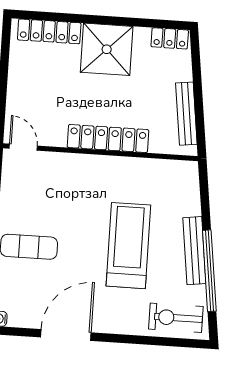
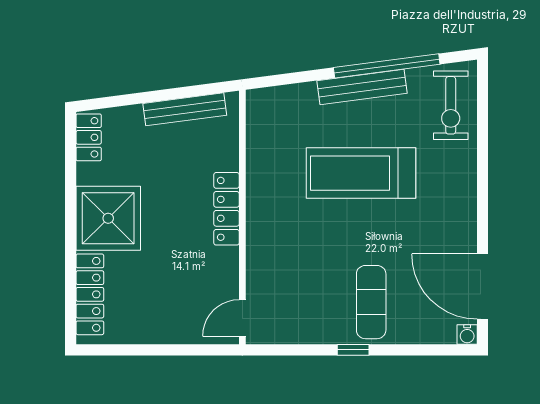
locker: (108, 139) -> (227, 209), width x0.71, depth x0.83
door: (66, 335) -> (482, 287), moved

